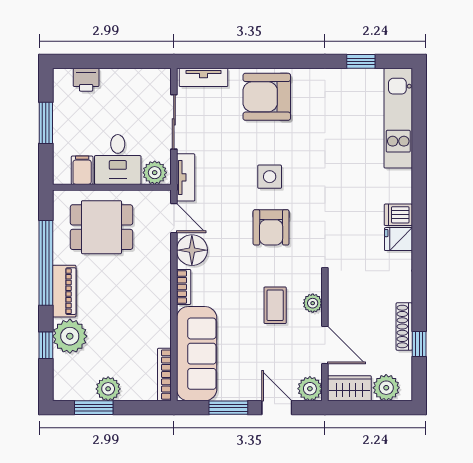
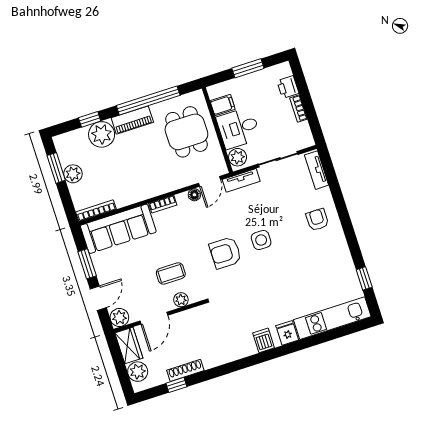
bookcase: (118, 75) -> (299, 109), added
armchair: (267, 97) -> (317, 220), width x0.53, depth x0.53
fridge: (398, 239) -> (287, 333), moved
floor lamp: (192, 250) -> (194, 195), width x0.53, depth x0.53

